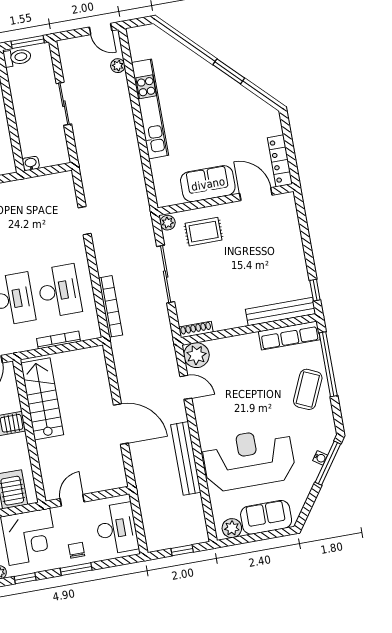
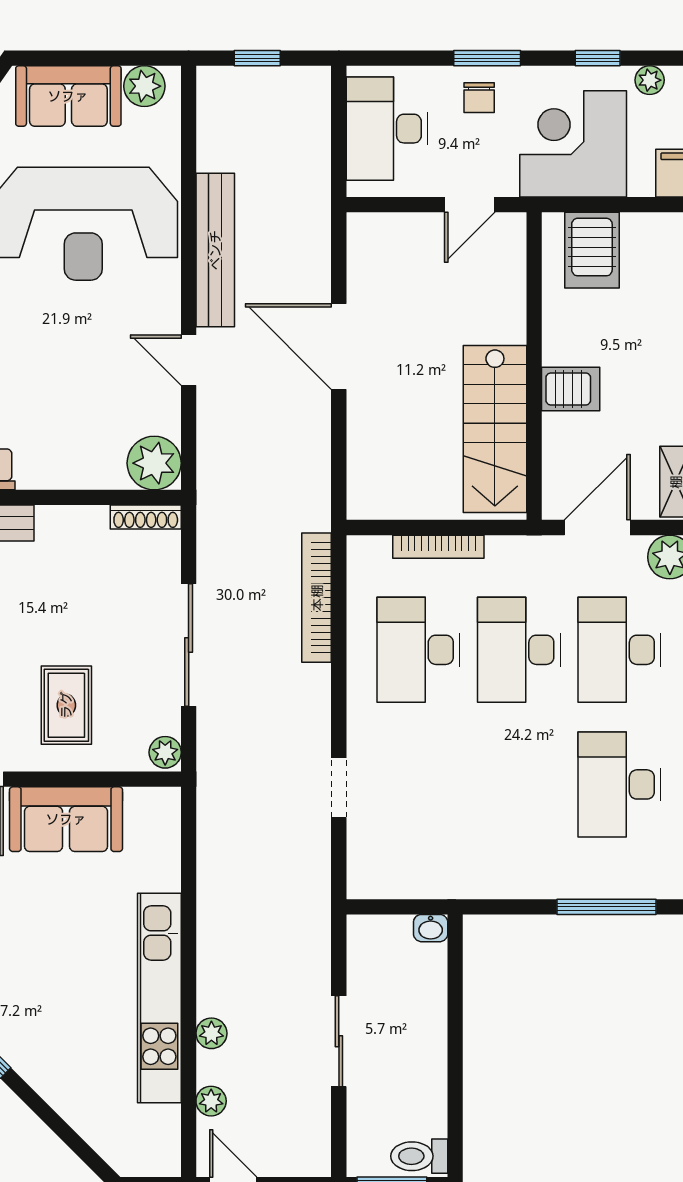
plant: (123, 97) -> (211, 1033), added
rug: (204, 232) -> (66, 705), moved, turned 90
door: (186, 387) -> (189, 360), moved

